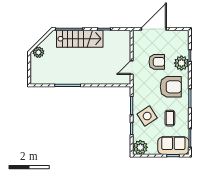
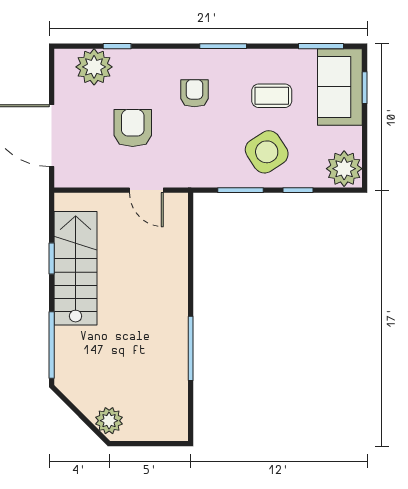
stairs: (80, 39) -> (76, 268), moved
plant: (181, 63) -> (94, 67), moved
armchair: (171, 87) -> (194, 93), width x0.53, depth x0.53

